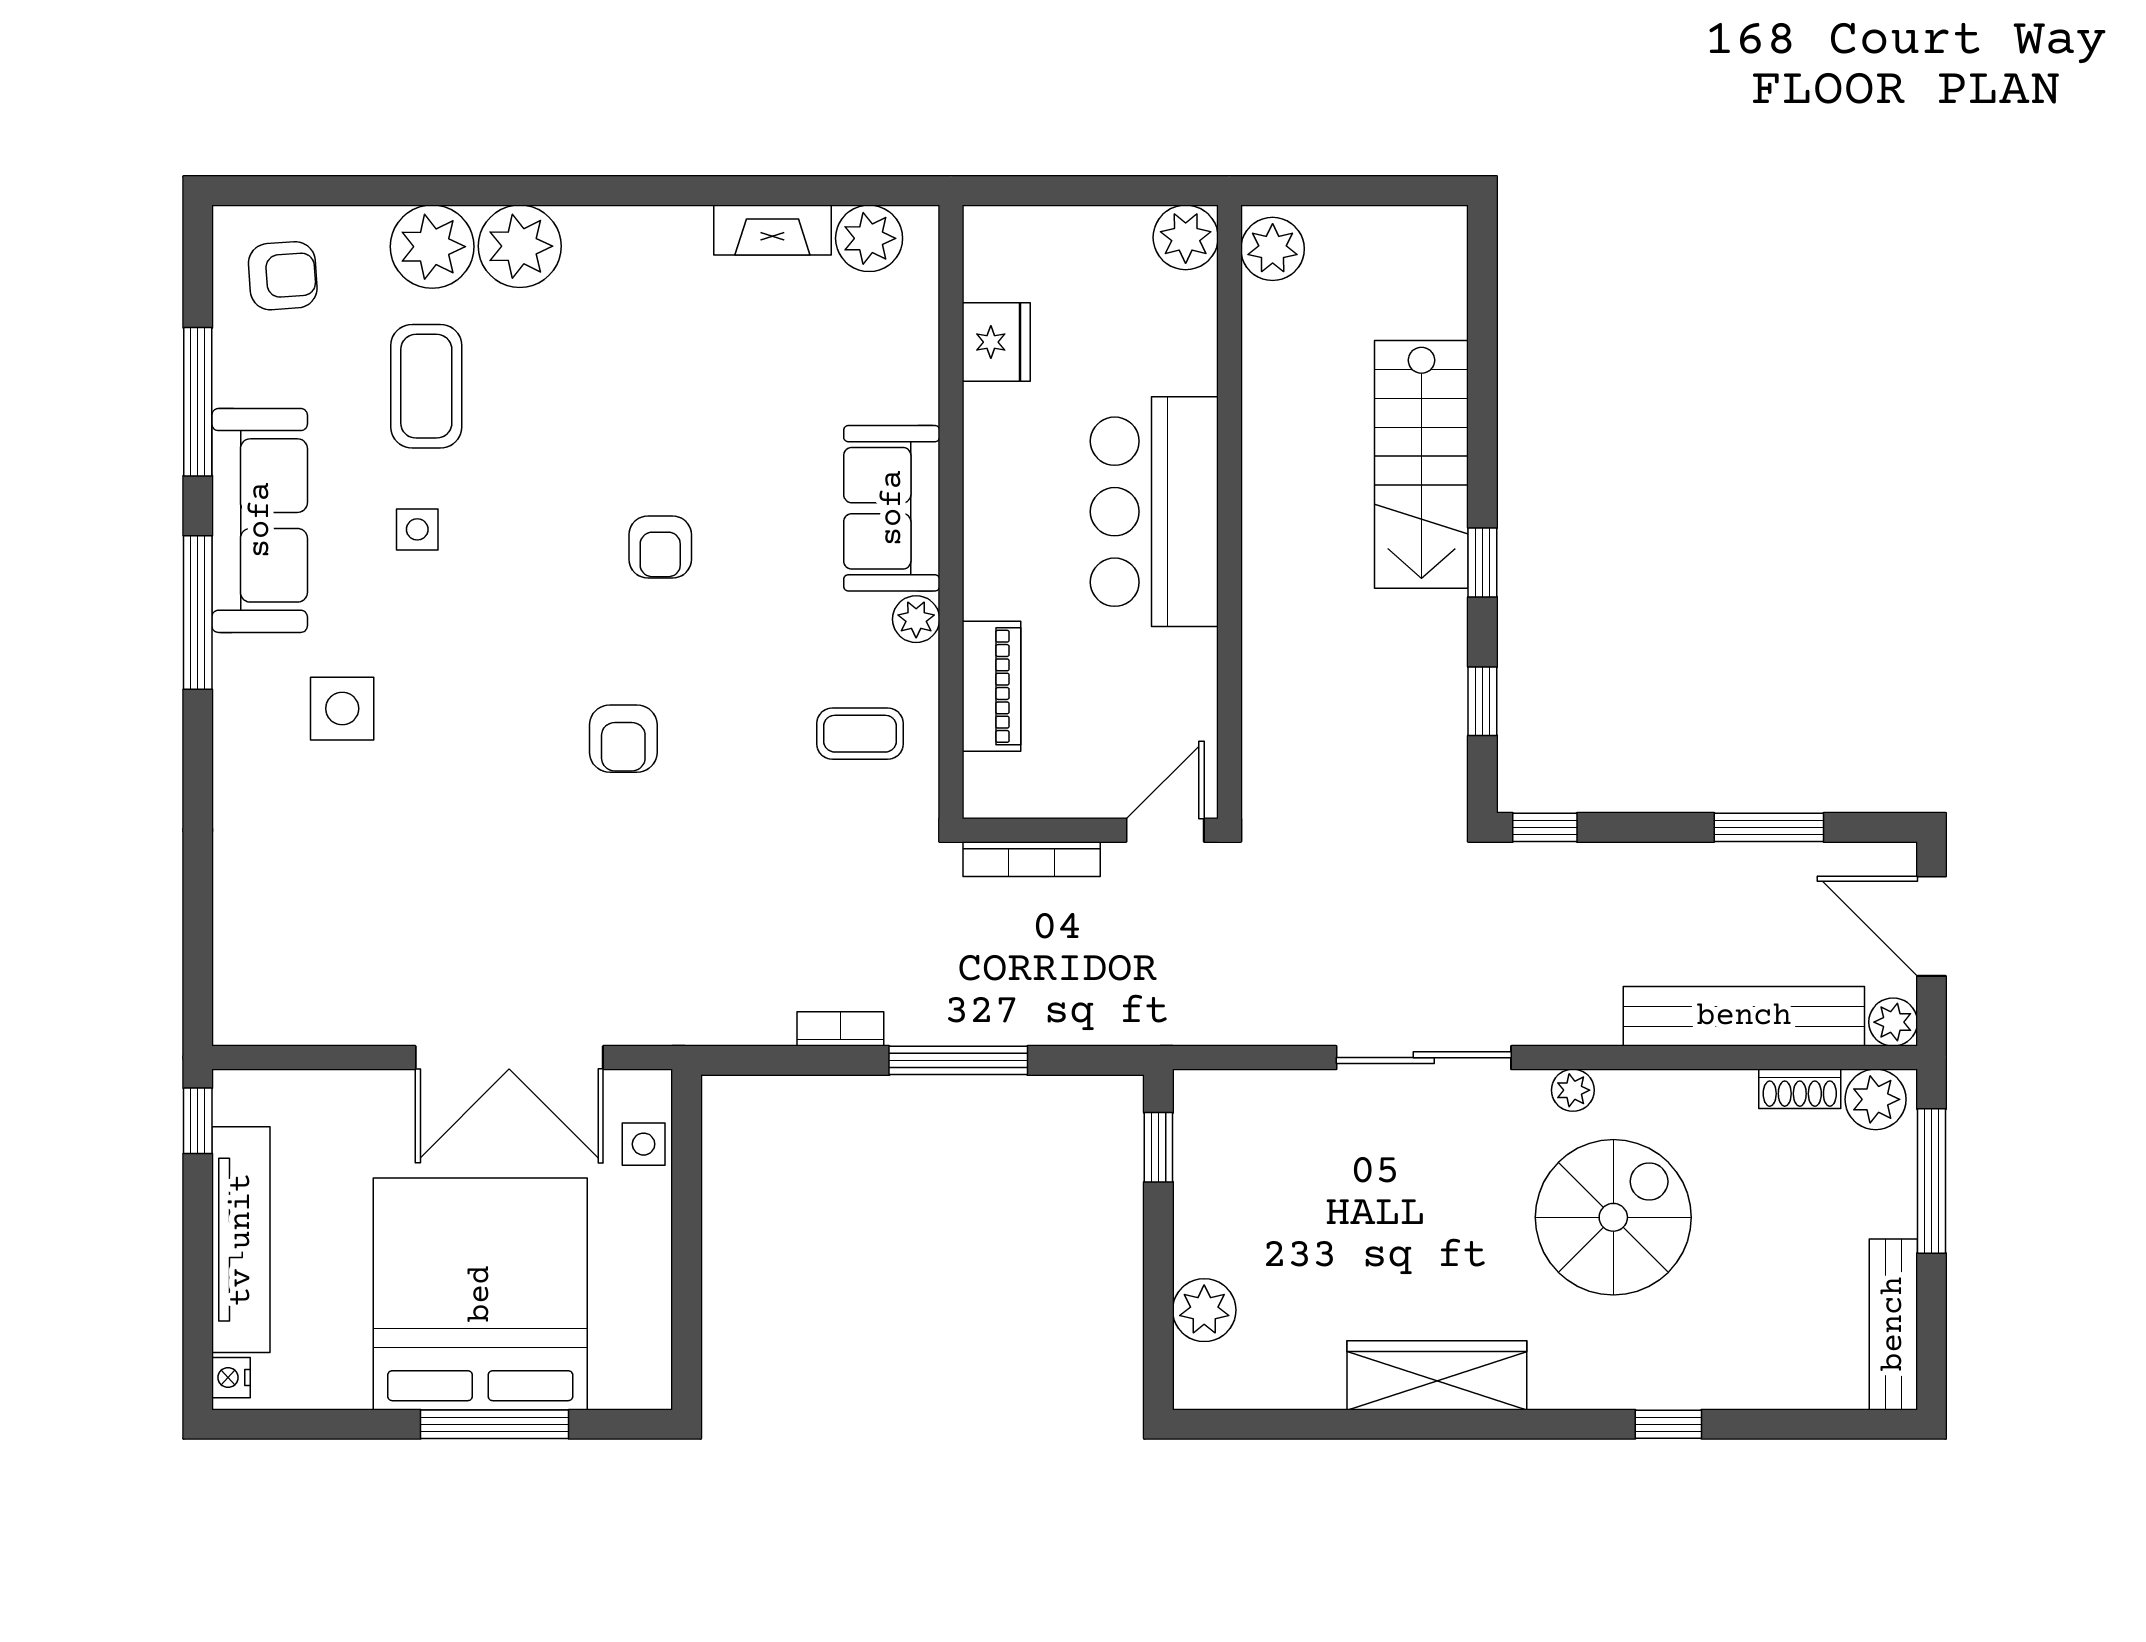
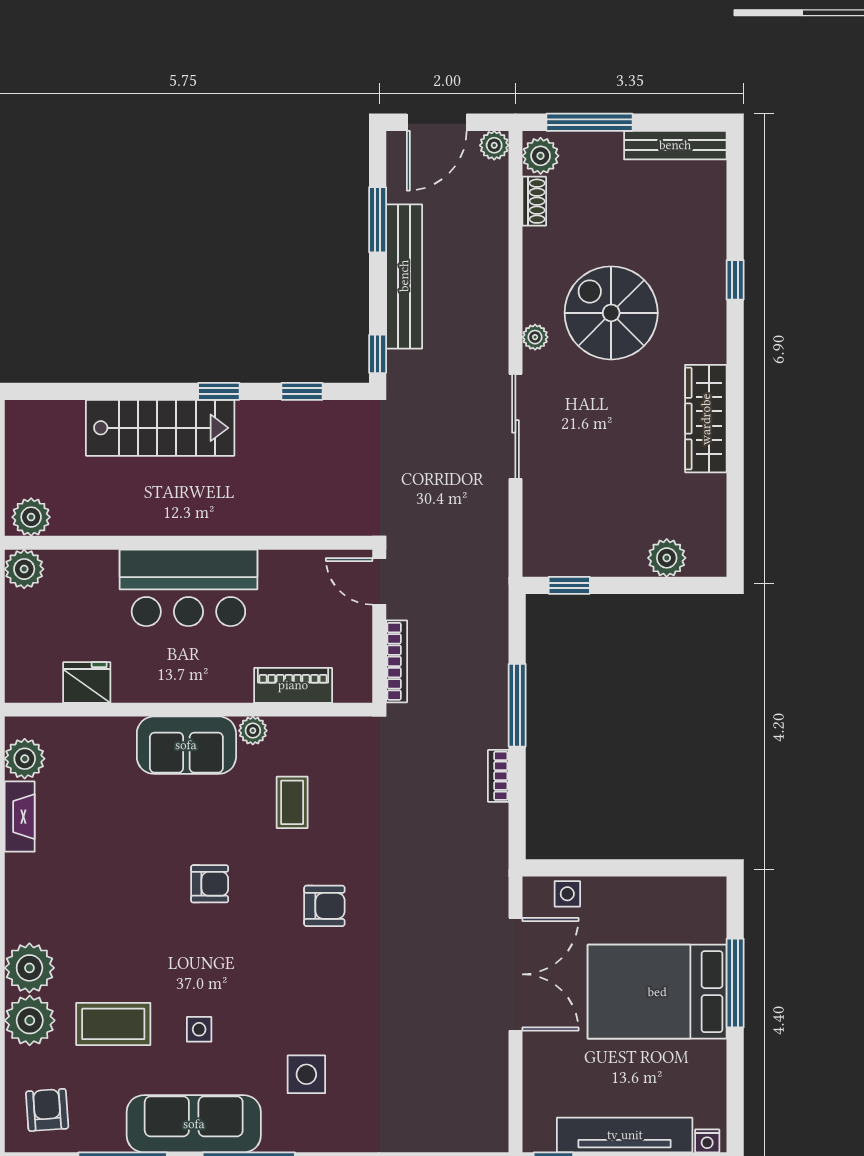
coffee table: (860, 734) -> (292, 802), moved
bench: (1744, 1016) -> (404, 276), moved
bed: (480, 1294) -> (657, 992), width x0.73

